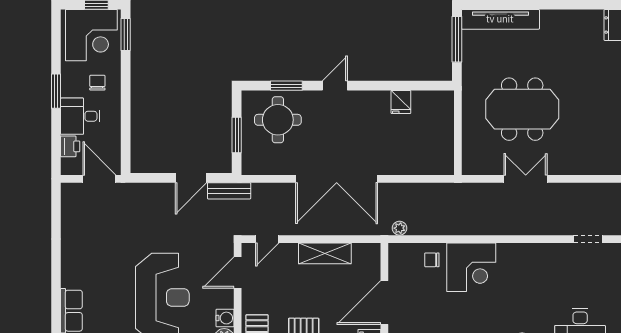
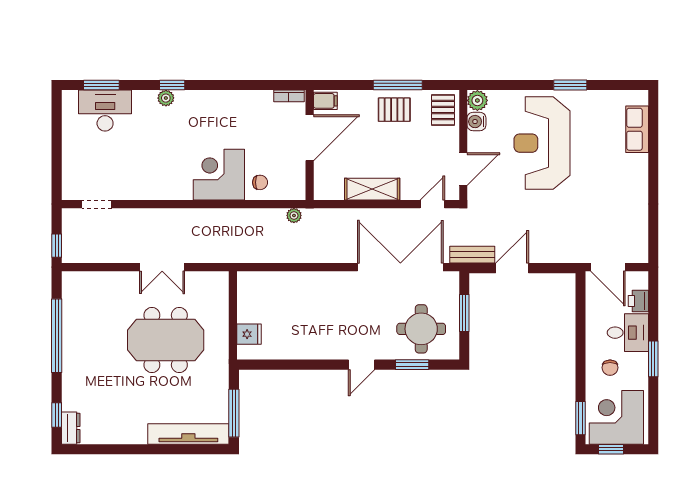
fridge: (401, 102) -> (249, 334), moved, turned 90
double door: (337, 179) -> (400, 267), moved

